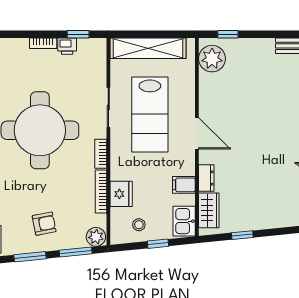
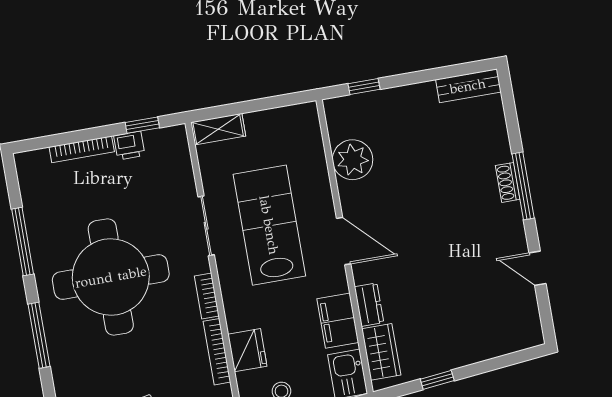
bookcase: (43, 43) -> (82, 149), width x1.56
shelving: (148, 48) -> (218, 129), width x0.45, depth x0.75
plant: (212, 59) -> (353, 160), moved
lab bench: (150, 114) -> (269, 225), turned 180
filing cabinet: (184, 185) -> (338, 321), width x2.00

